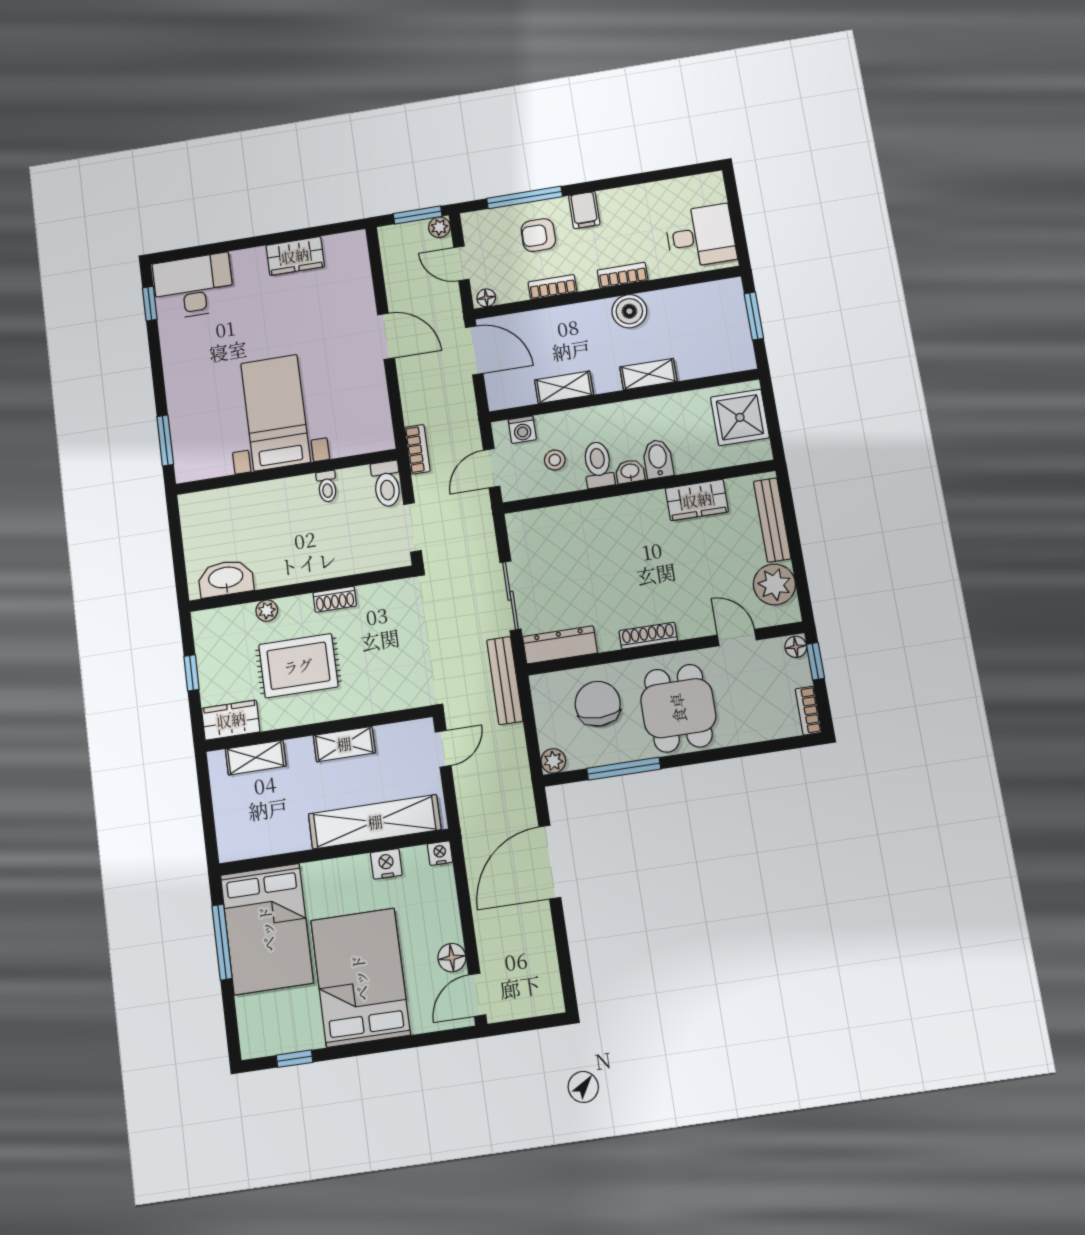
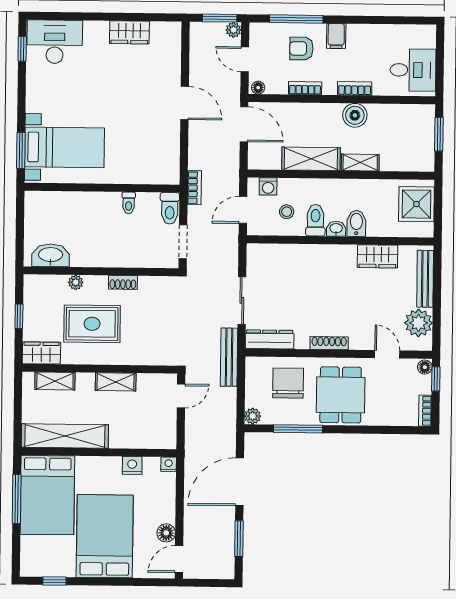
shelving: (564, 387) -> (311, 159), width x1.50, depth x1.33
bed with nightstands: (276, 413) -> (64, 147), moved, turned 90
shelving: (375, 822) -> (65, 436), moved
window: (563, 949) -> (239, 539), added

